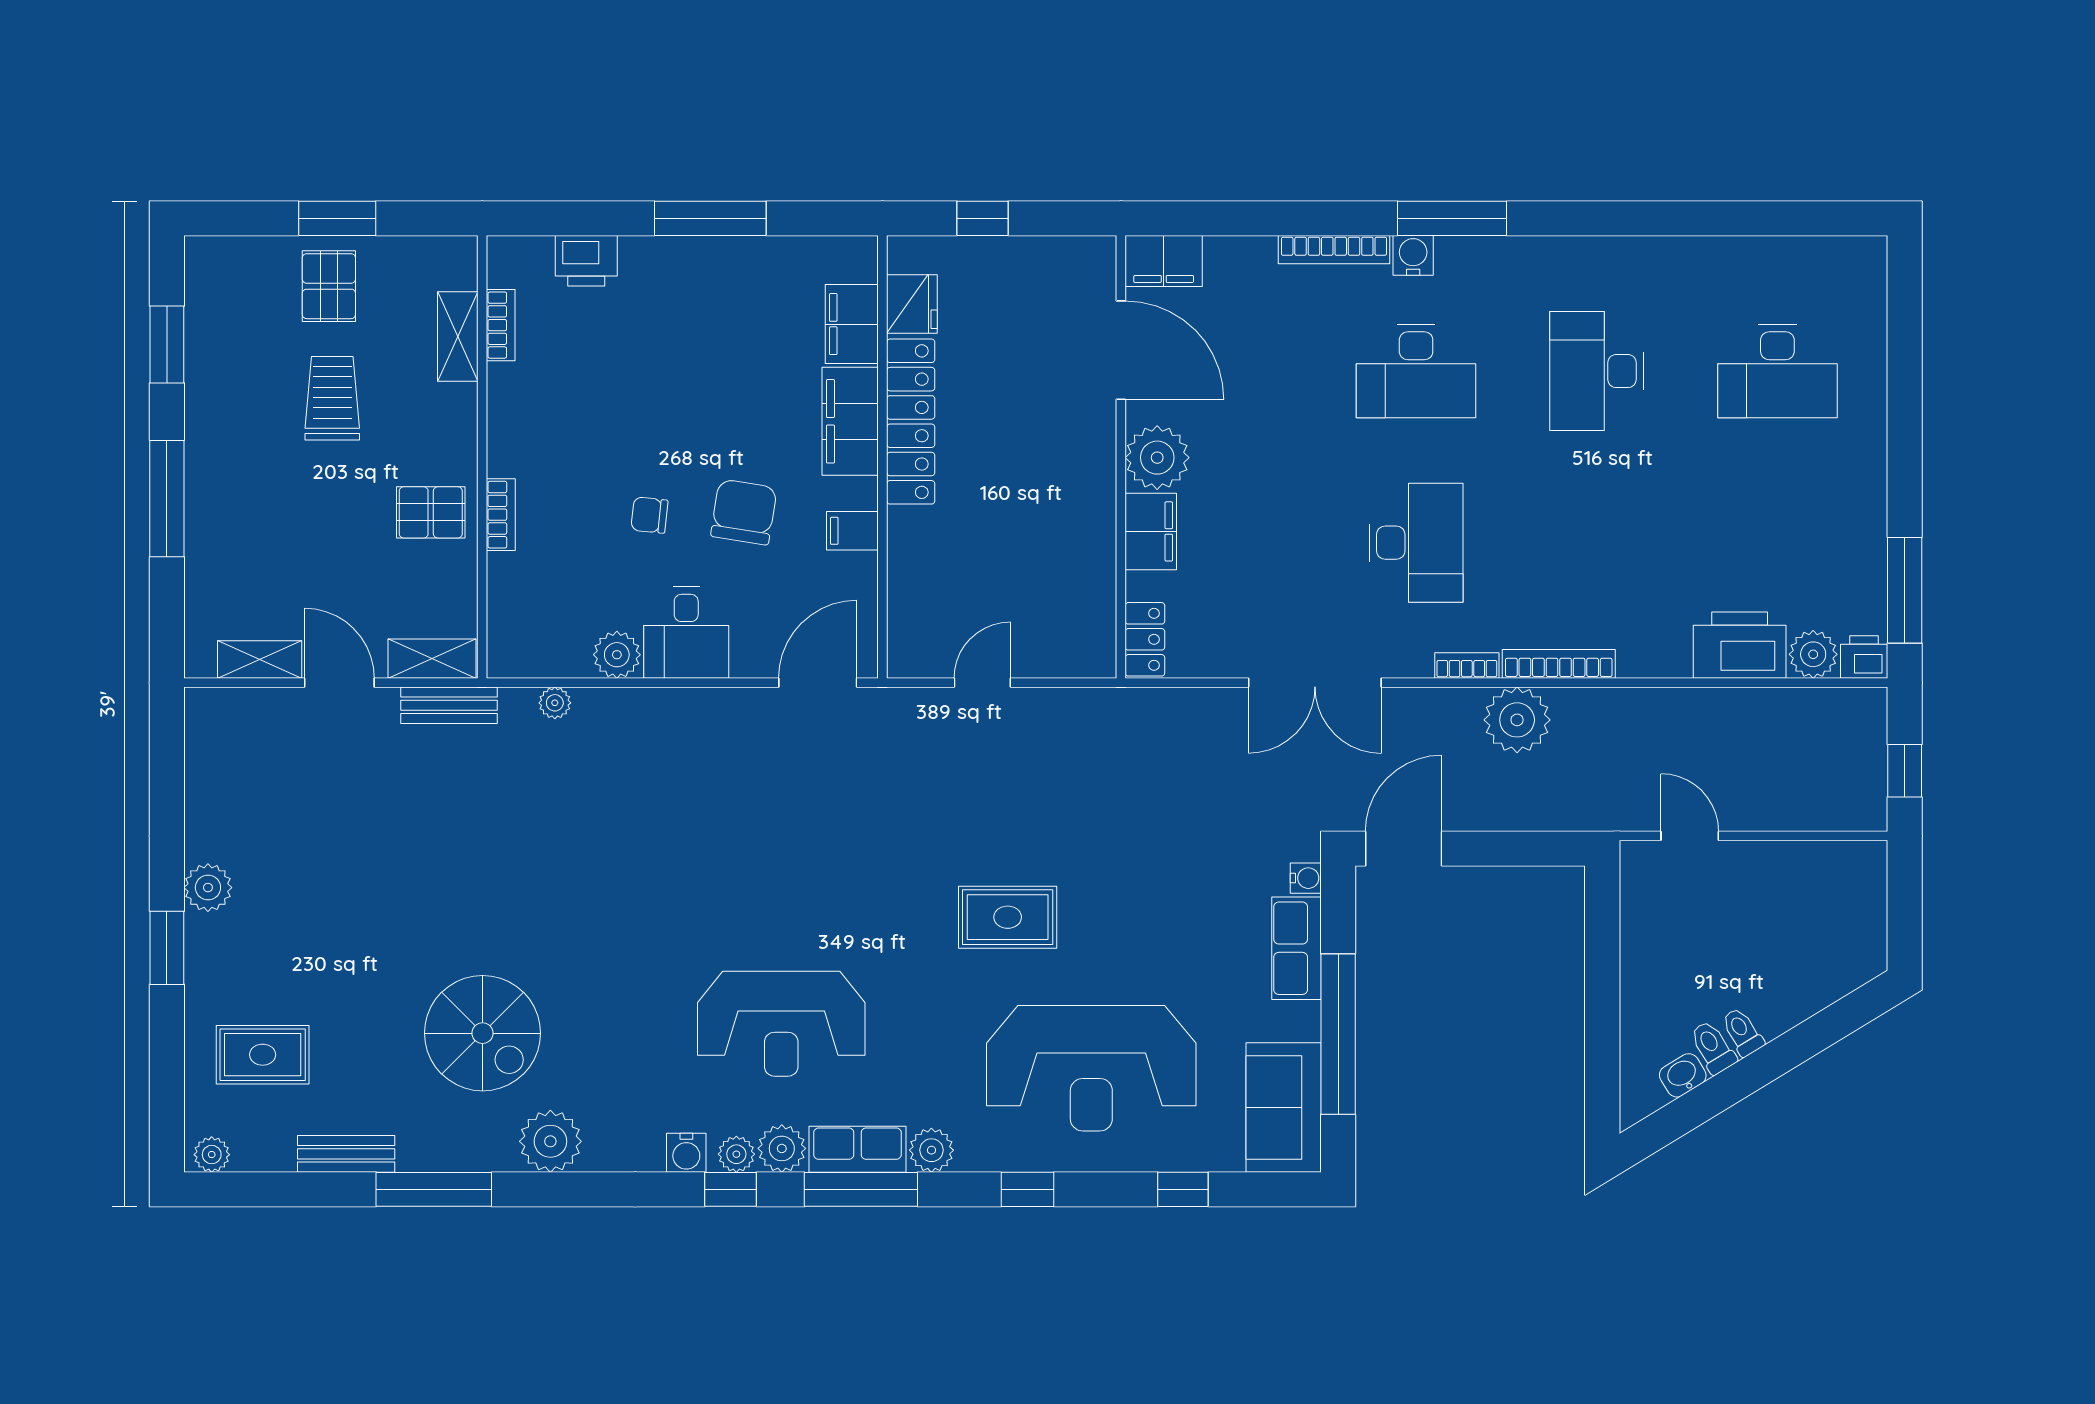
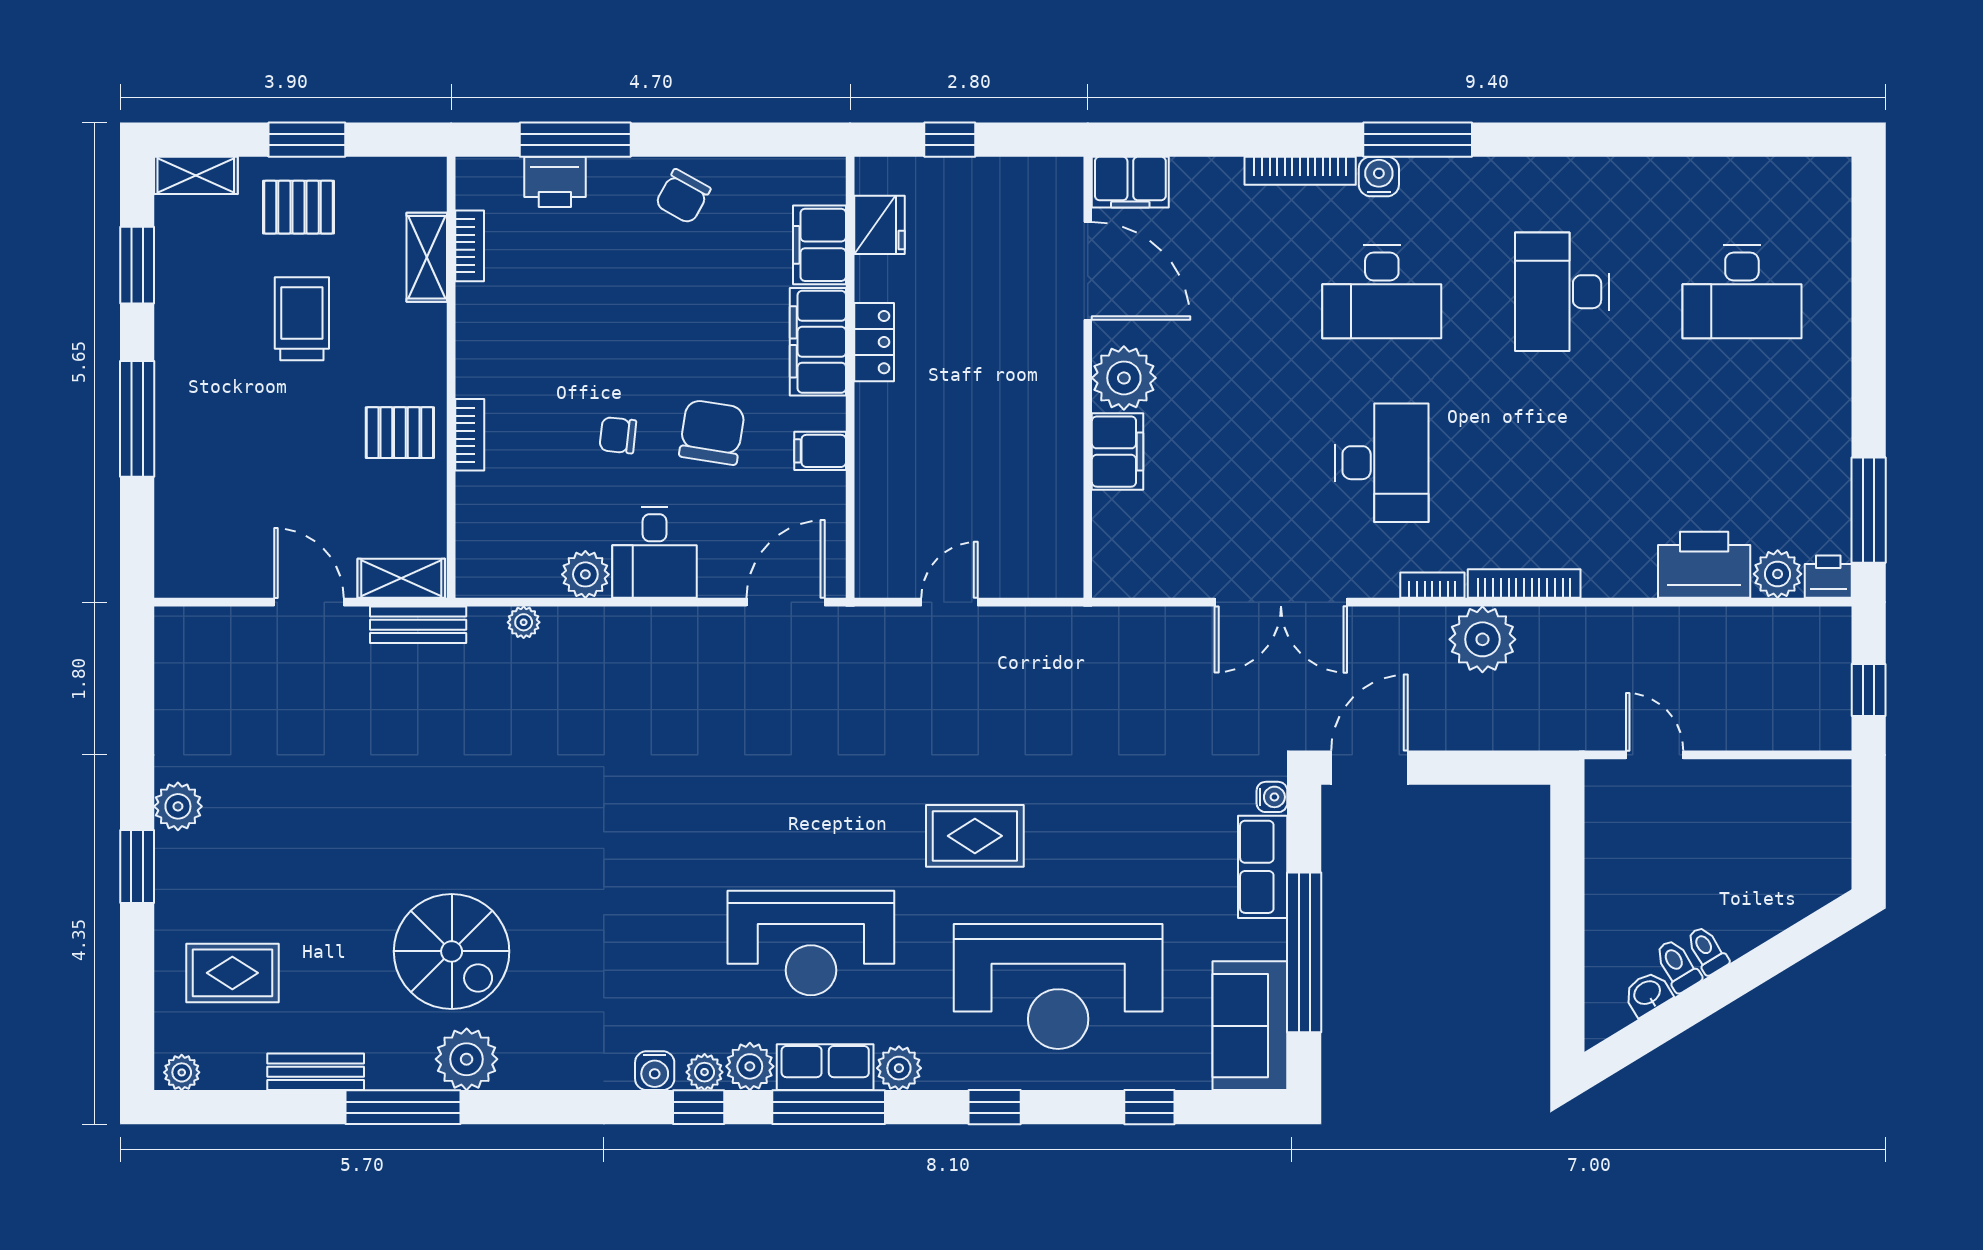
window: (710, 218) -> (575, 140), moved
chair: (715, 275) -> (683, 196), added
pallet: (329, 286) -> (298, 207), turned 90
locker: (911, 422) -> (874, 342), width x0.46, depth x0.83
locker: (1145, 639) -> (1112, 559), removed
shelving: (260, 659) -> (196, 175), moved
reception desk: (781, 1024) -> (811, 943), moved
plant: (550, 1141) -> (467, 1059), moved

